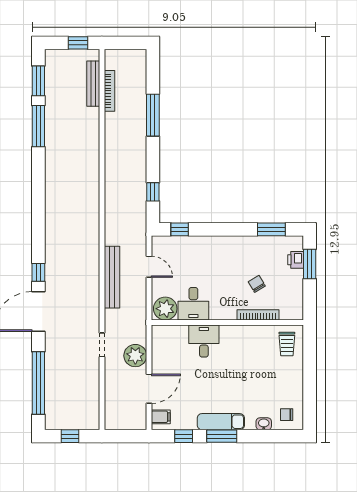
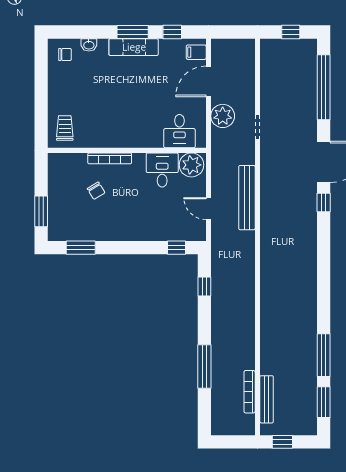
printer: (296, 260) -> (56, 216), removed
bookcase: (258, 315) -> (110, 158), moved
desk: (204, 341) -> (179, 131), moved

